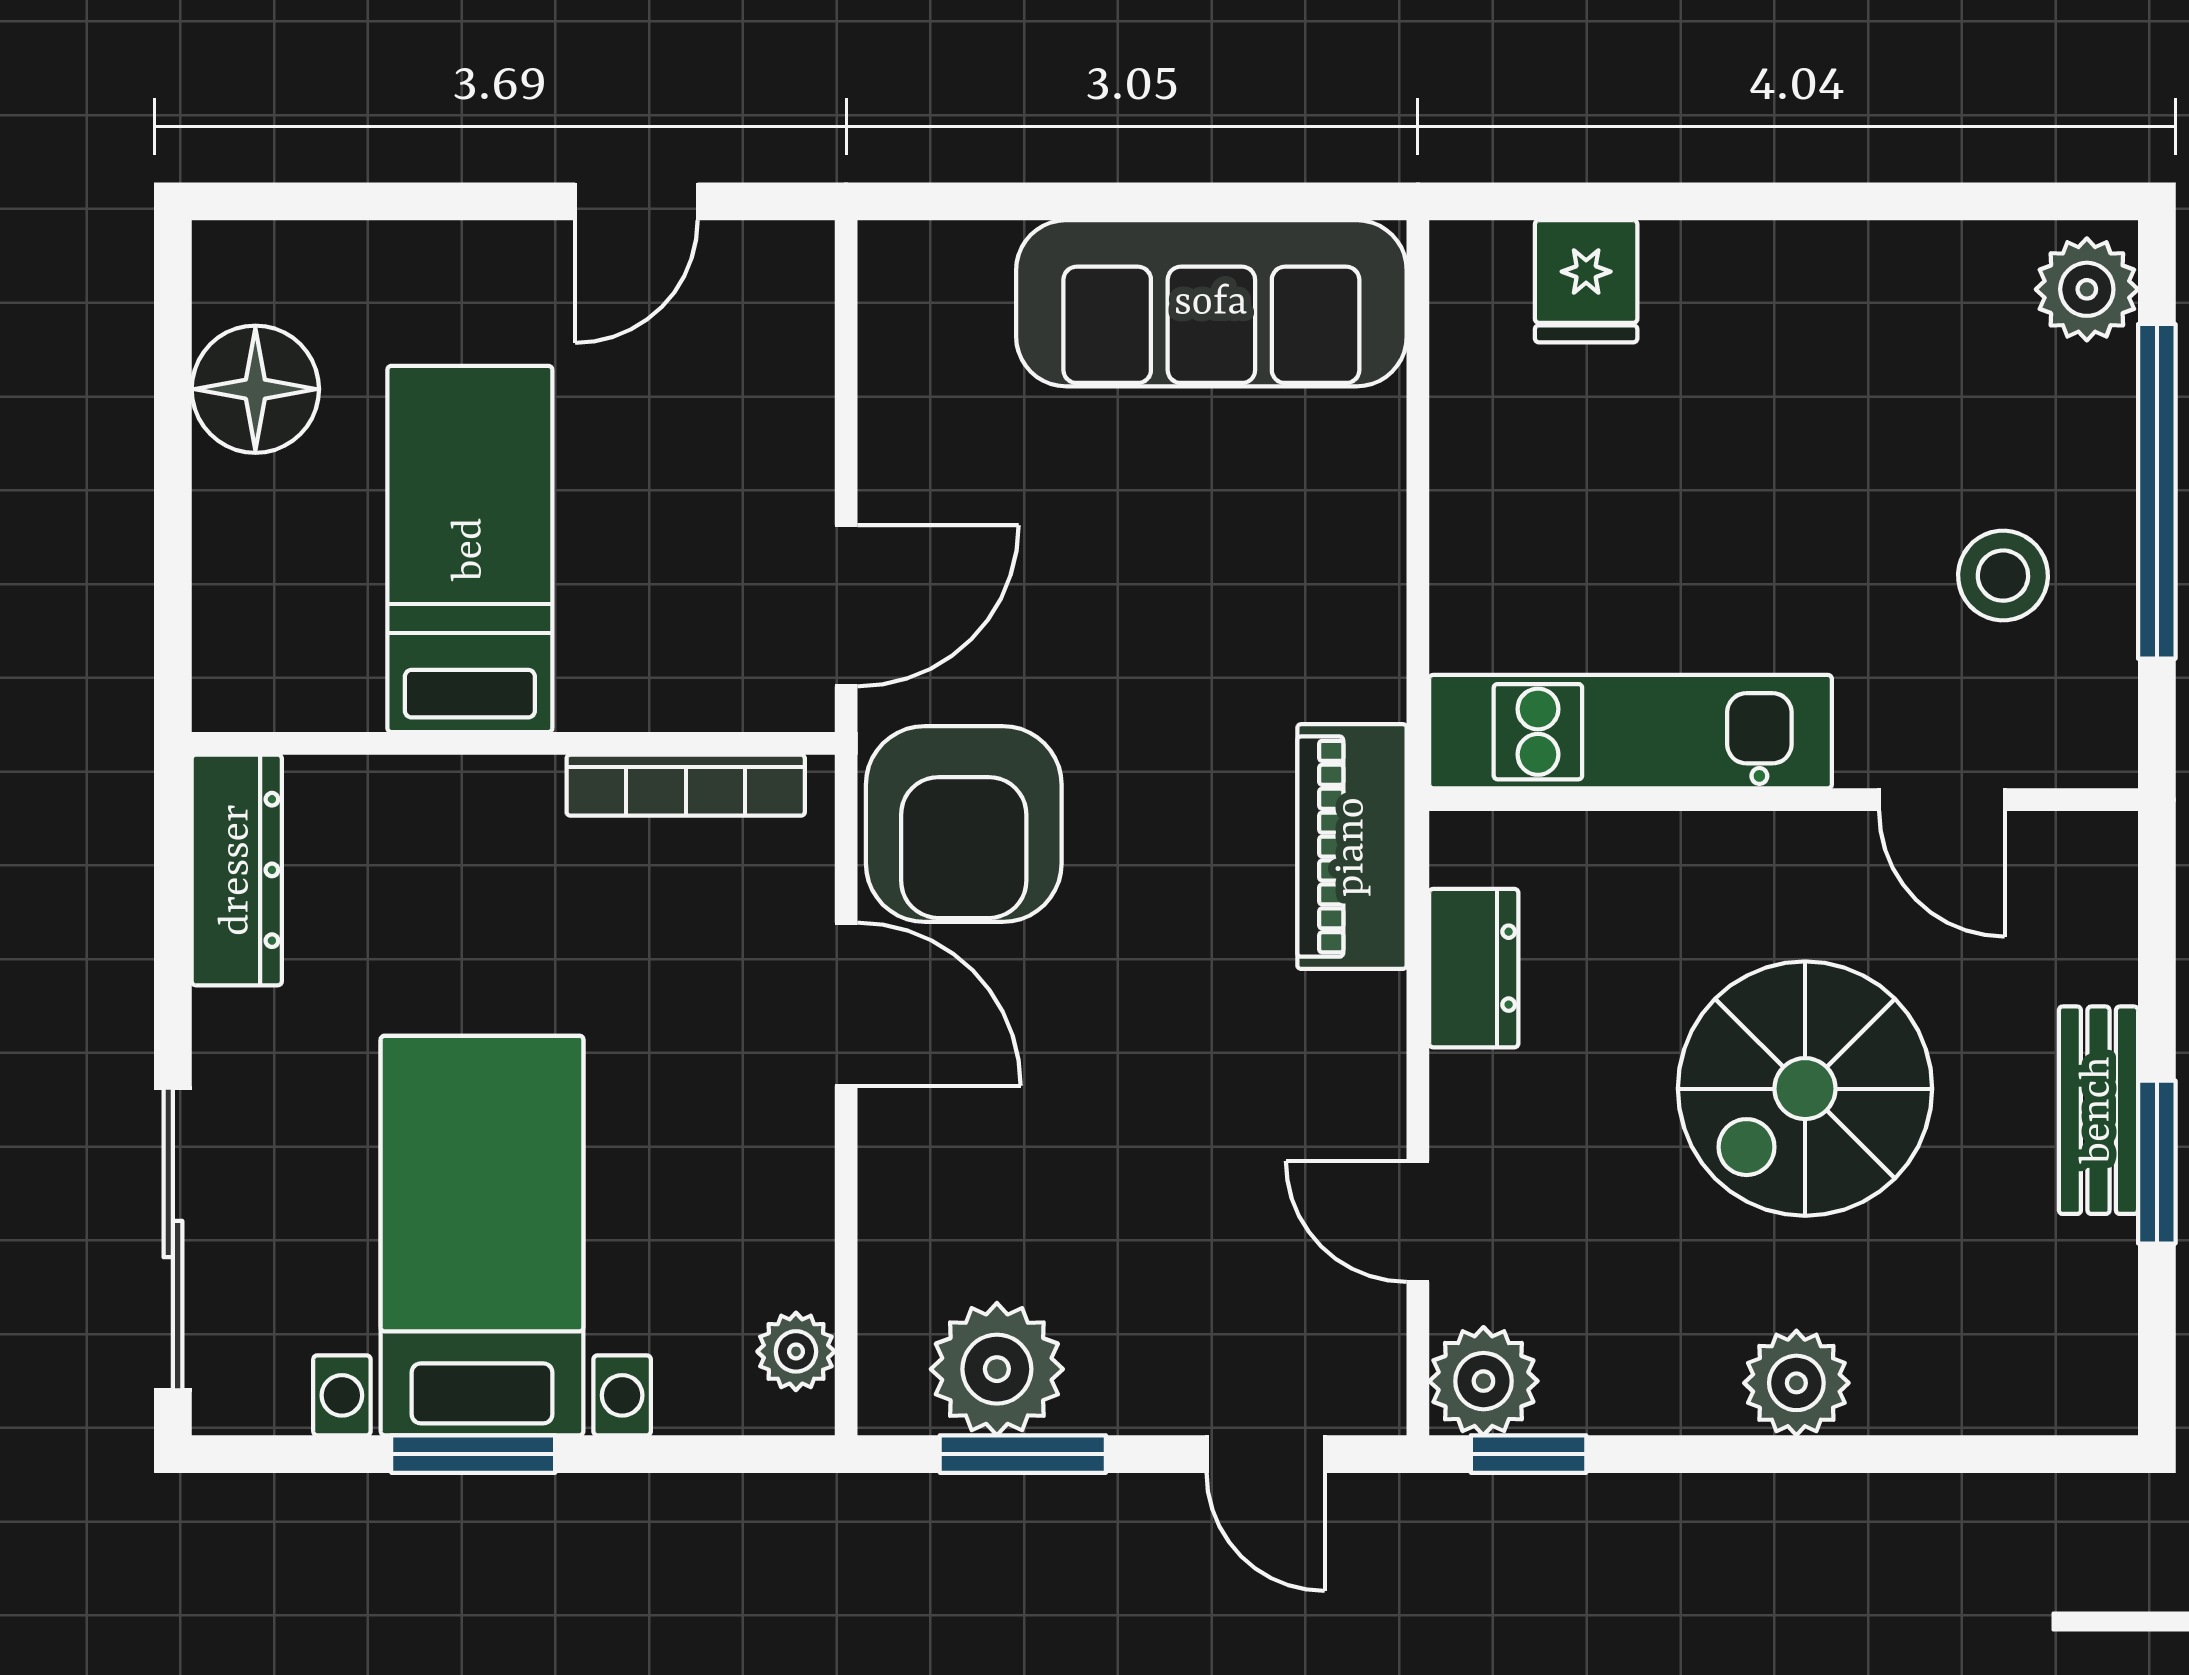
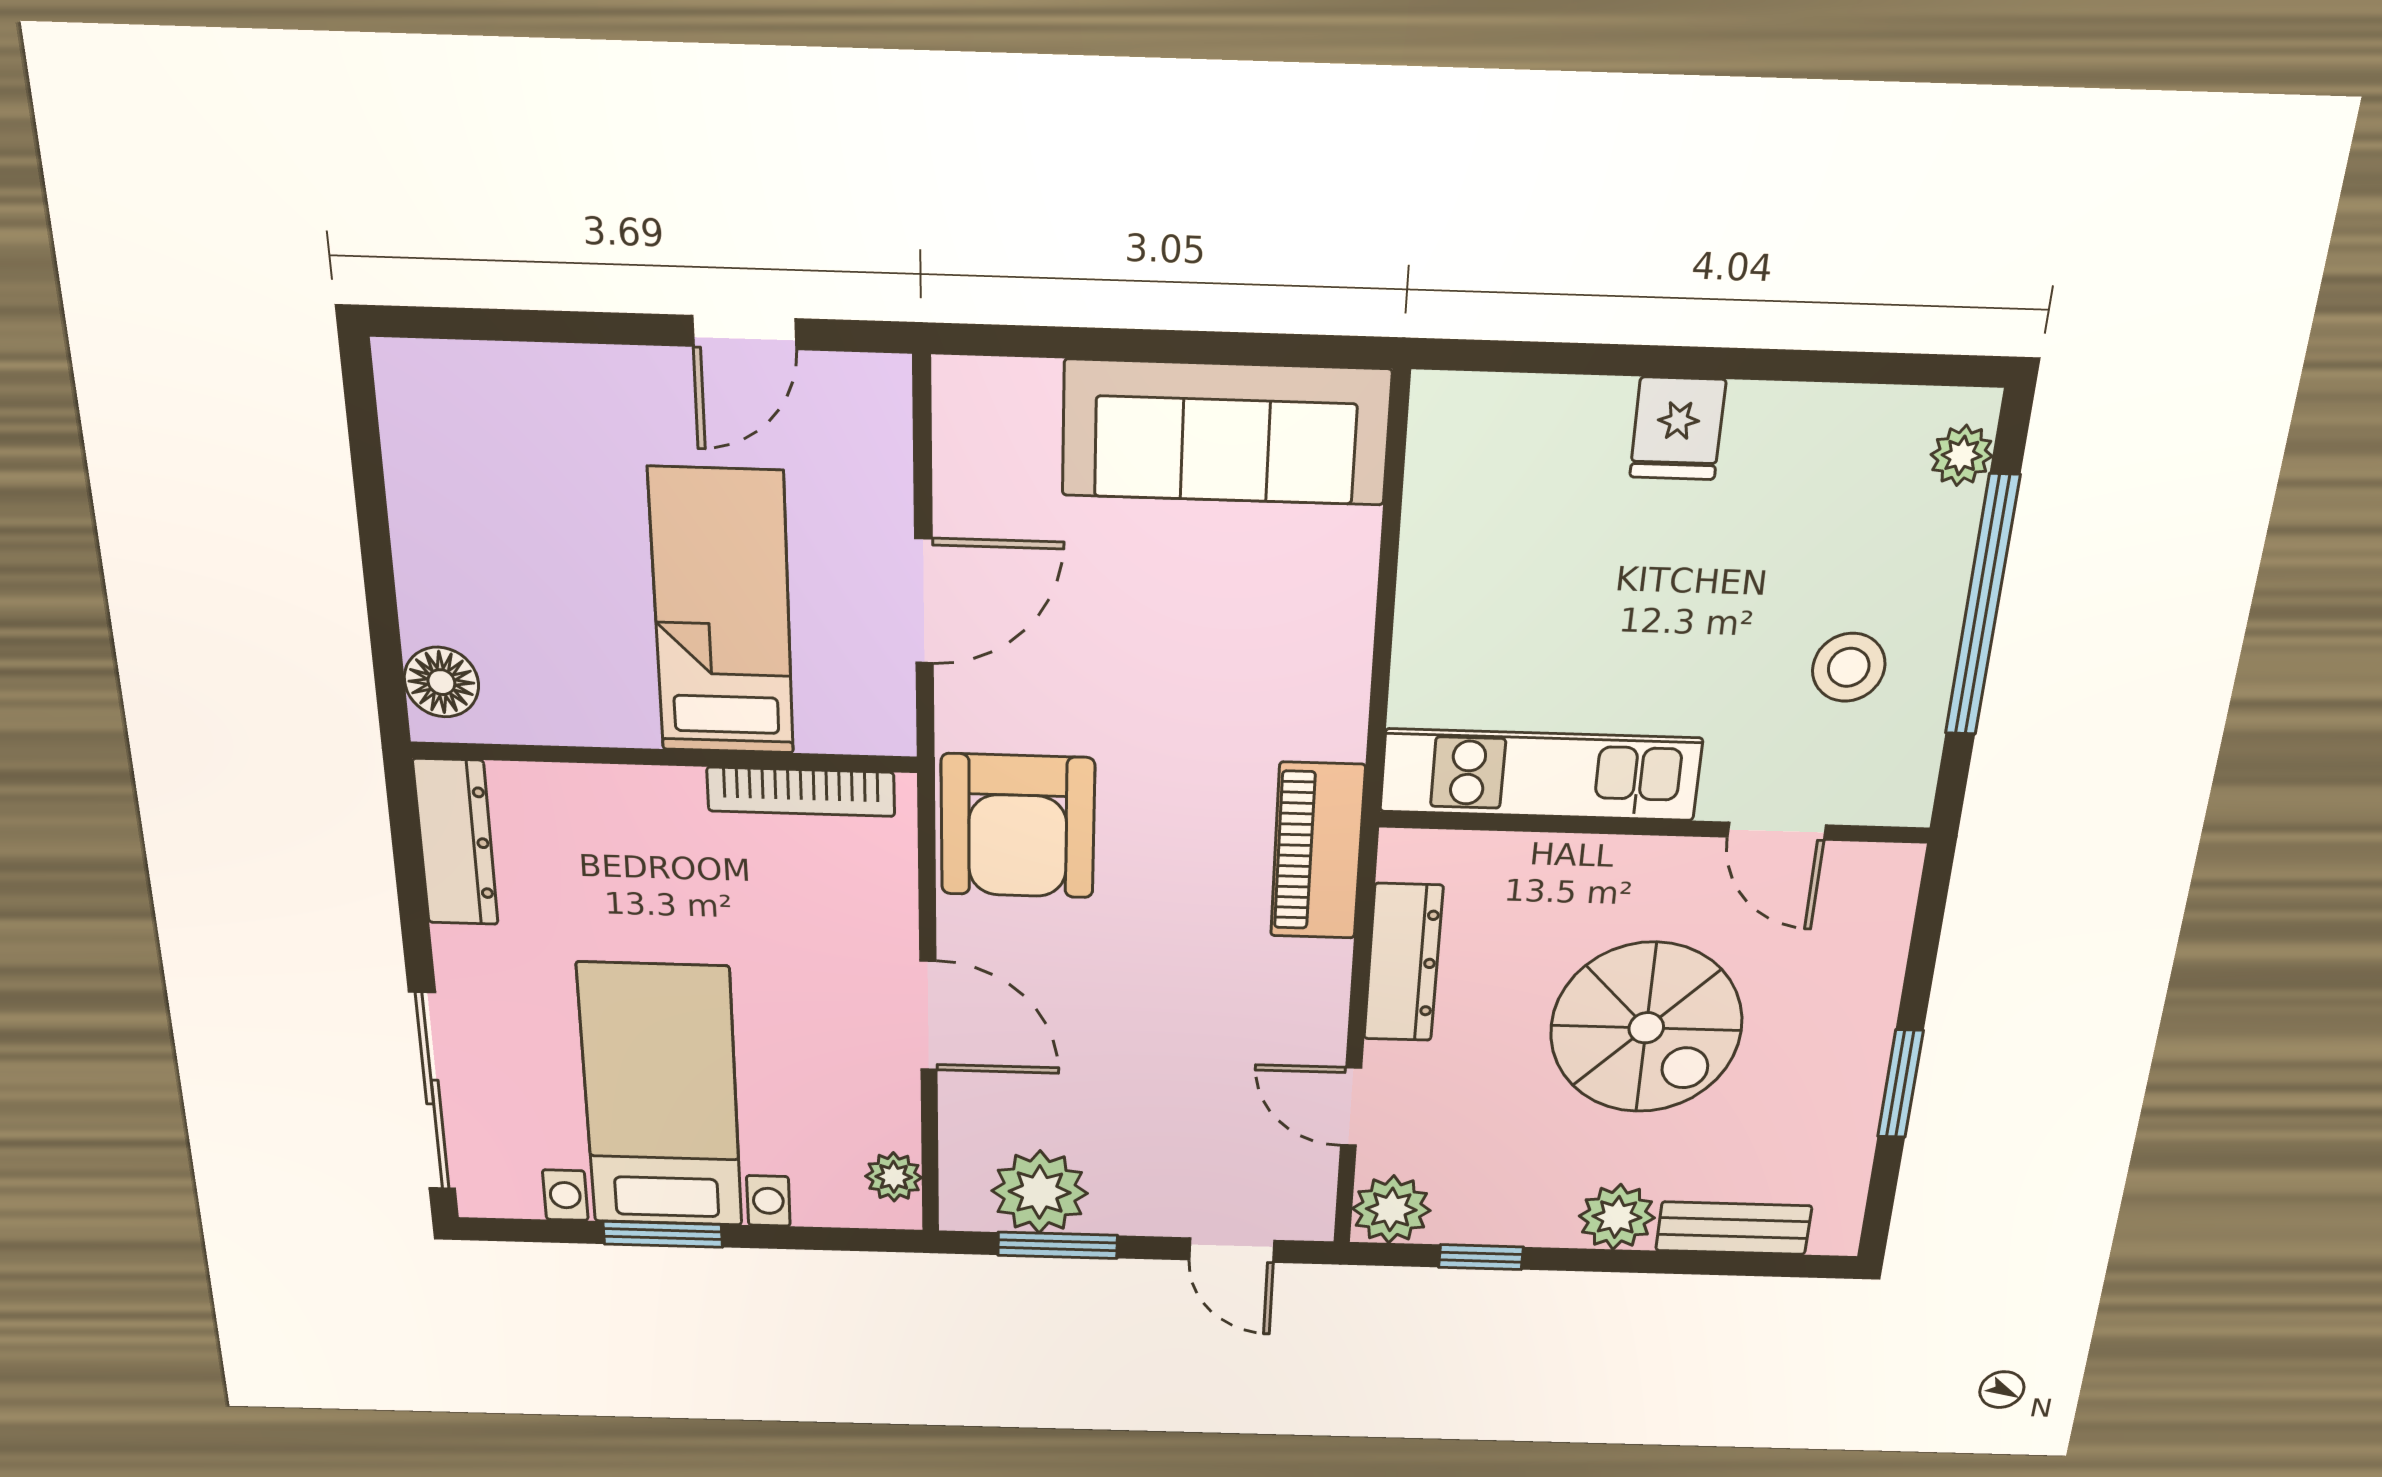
fridge: (1586, 281) -> (1678, 429), moved
plant: (2087, 289) -> (1962, 455), width x0.73, depth x0.73
floor lamp: (255, 389) -> (441, 682), moved, width x0.73, depth x0.73
bed: (470, 549) -> (722, 613), moved
door: (846, 606) -> (924, 601), moved
dresser: (1474, 968) -> (1403, 963), width x1.44
door: (846, 1004) -> (928, 1015), moved
spiral stairs: (1805, 1089) -> (1646, 1028), turned -90
bench: (2098, 1110) -> (1734, 1228), moved, turned 90
window: (1529, 1454) -> (1481, 1257), moved

